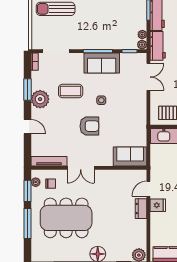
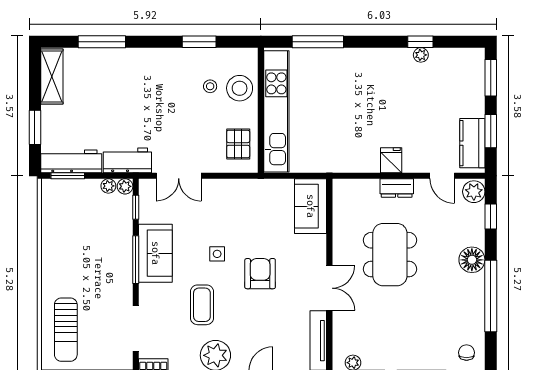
double door: (148, 77) -> (179, 176), swing flipped
chair: (51, 184) -> (467, 353), moved
door: (148, 189) -> (442, 176), moved
dining table: (66, 218) -> (390, 255), moved, width x0.73, depth x0.80

